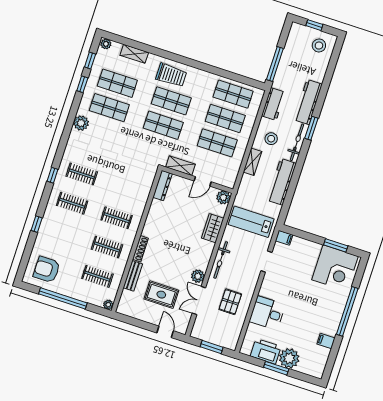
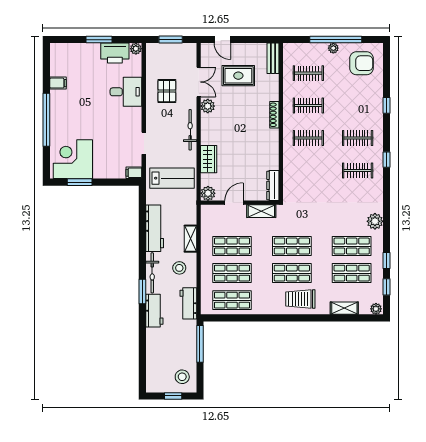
stool: (319, 46) -> (182, 377), moved
workbench: (308, 102) -> (154, 311), width x0.73
bench: (133, 276) -> (273, 58), moved
plant: (108, 305) -> (333, 48), moved
plant: (289, 358) -> (136, 49), moved, width x0.53, depth x0.53

